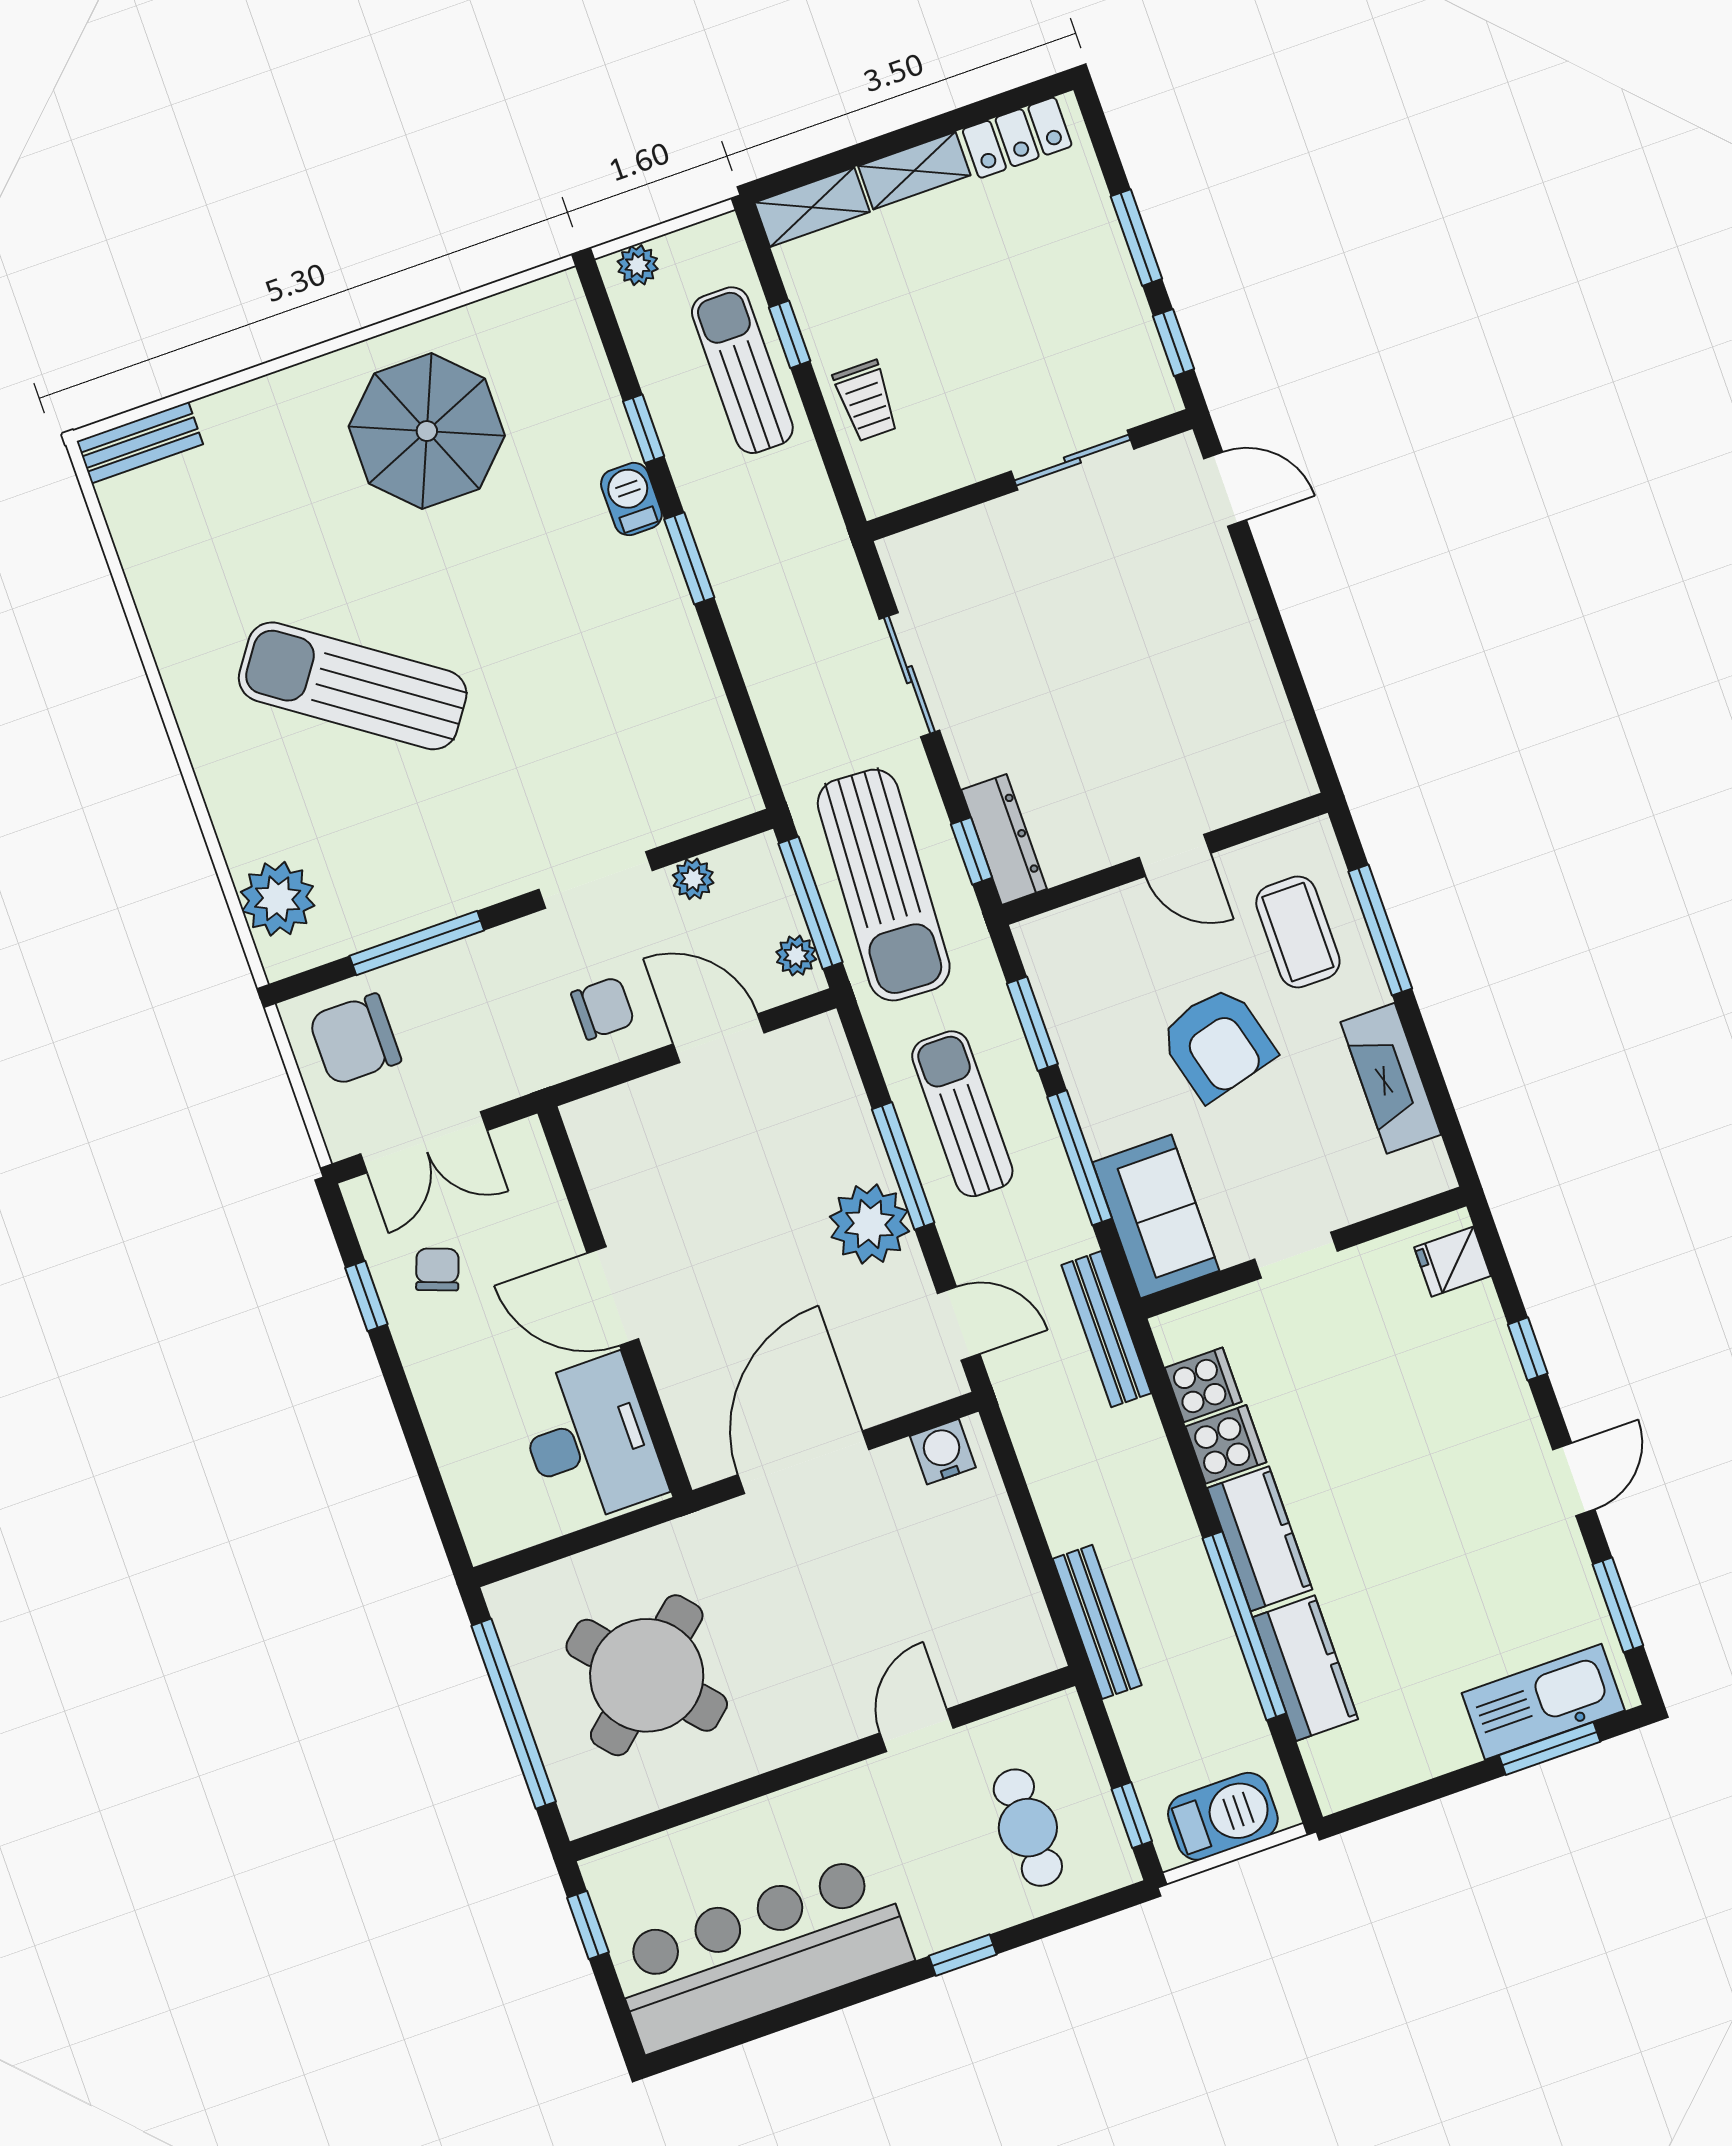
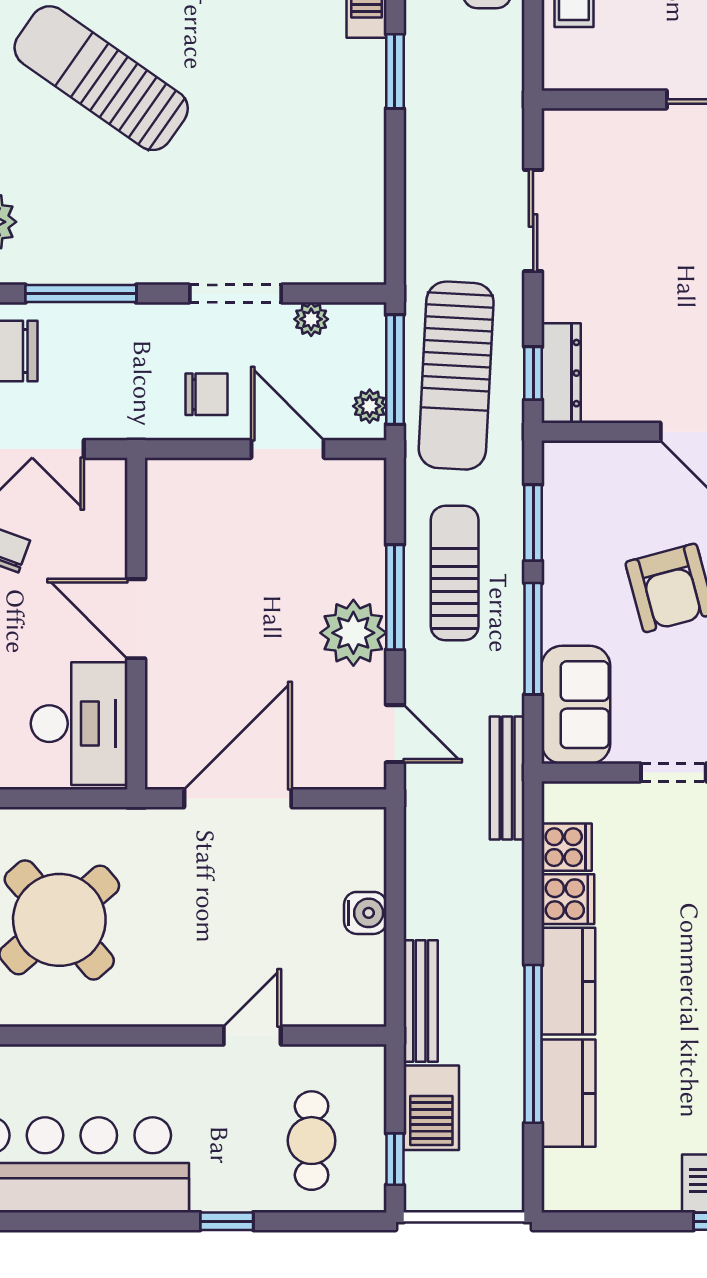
water cooler: (943, 1452) -> (365, 913), moved, turned 90
barbecue: (1223, 1816) -> (431, 1108), moved, turned 90

